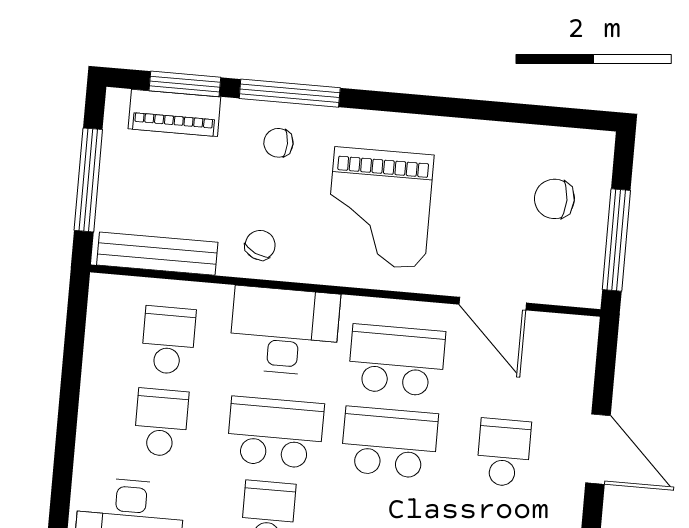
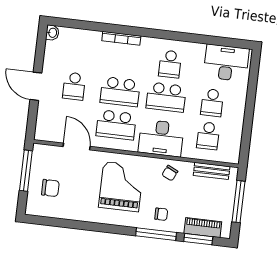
bench: (157, 254) -> (212, 171), width x0.73

